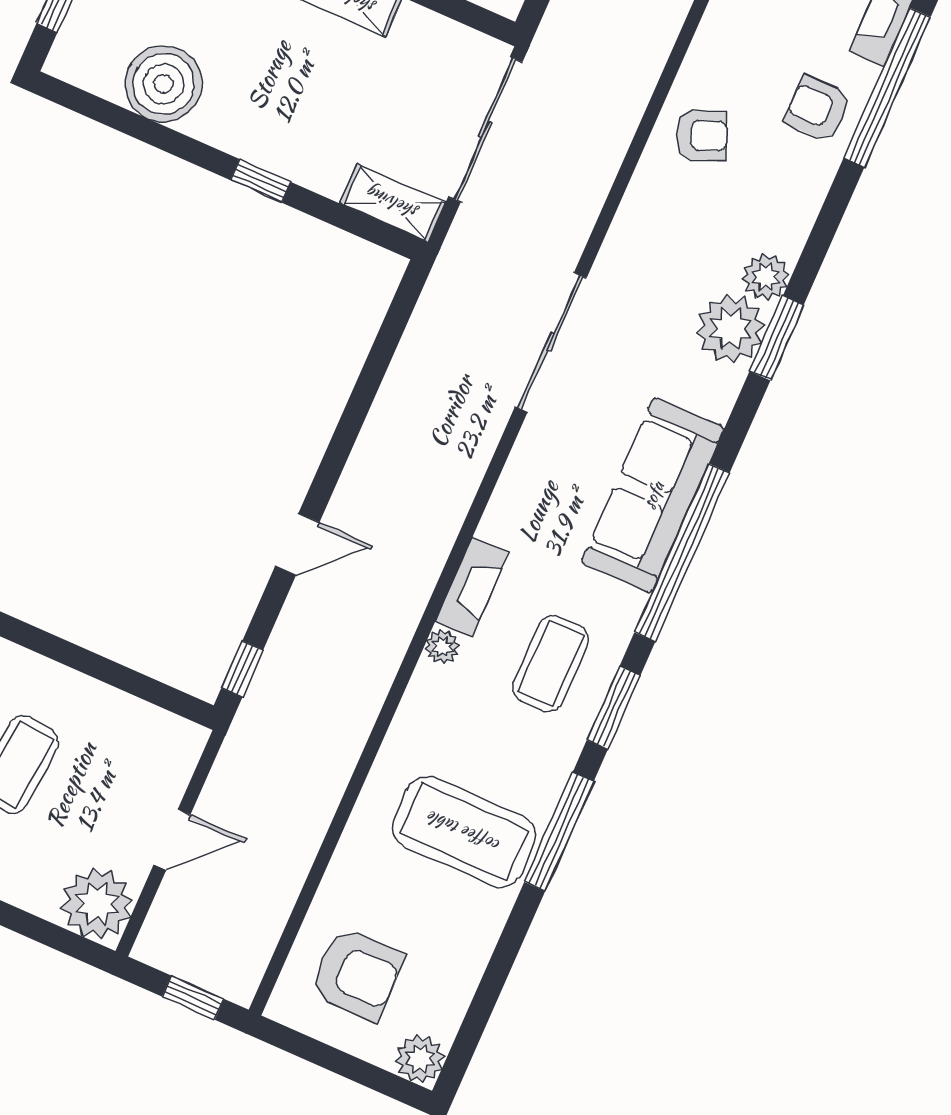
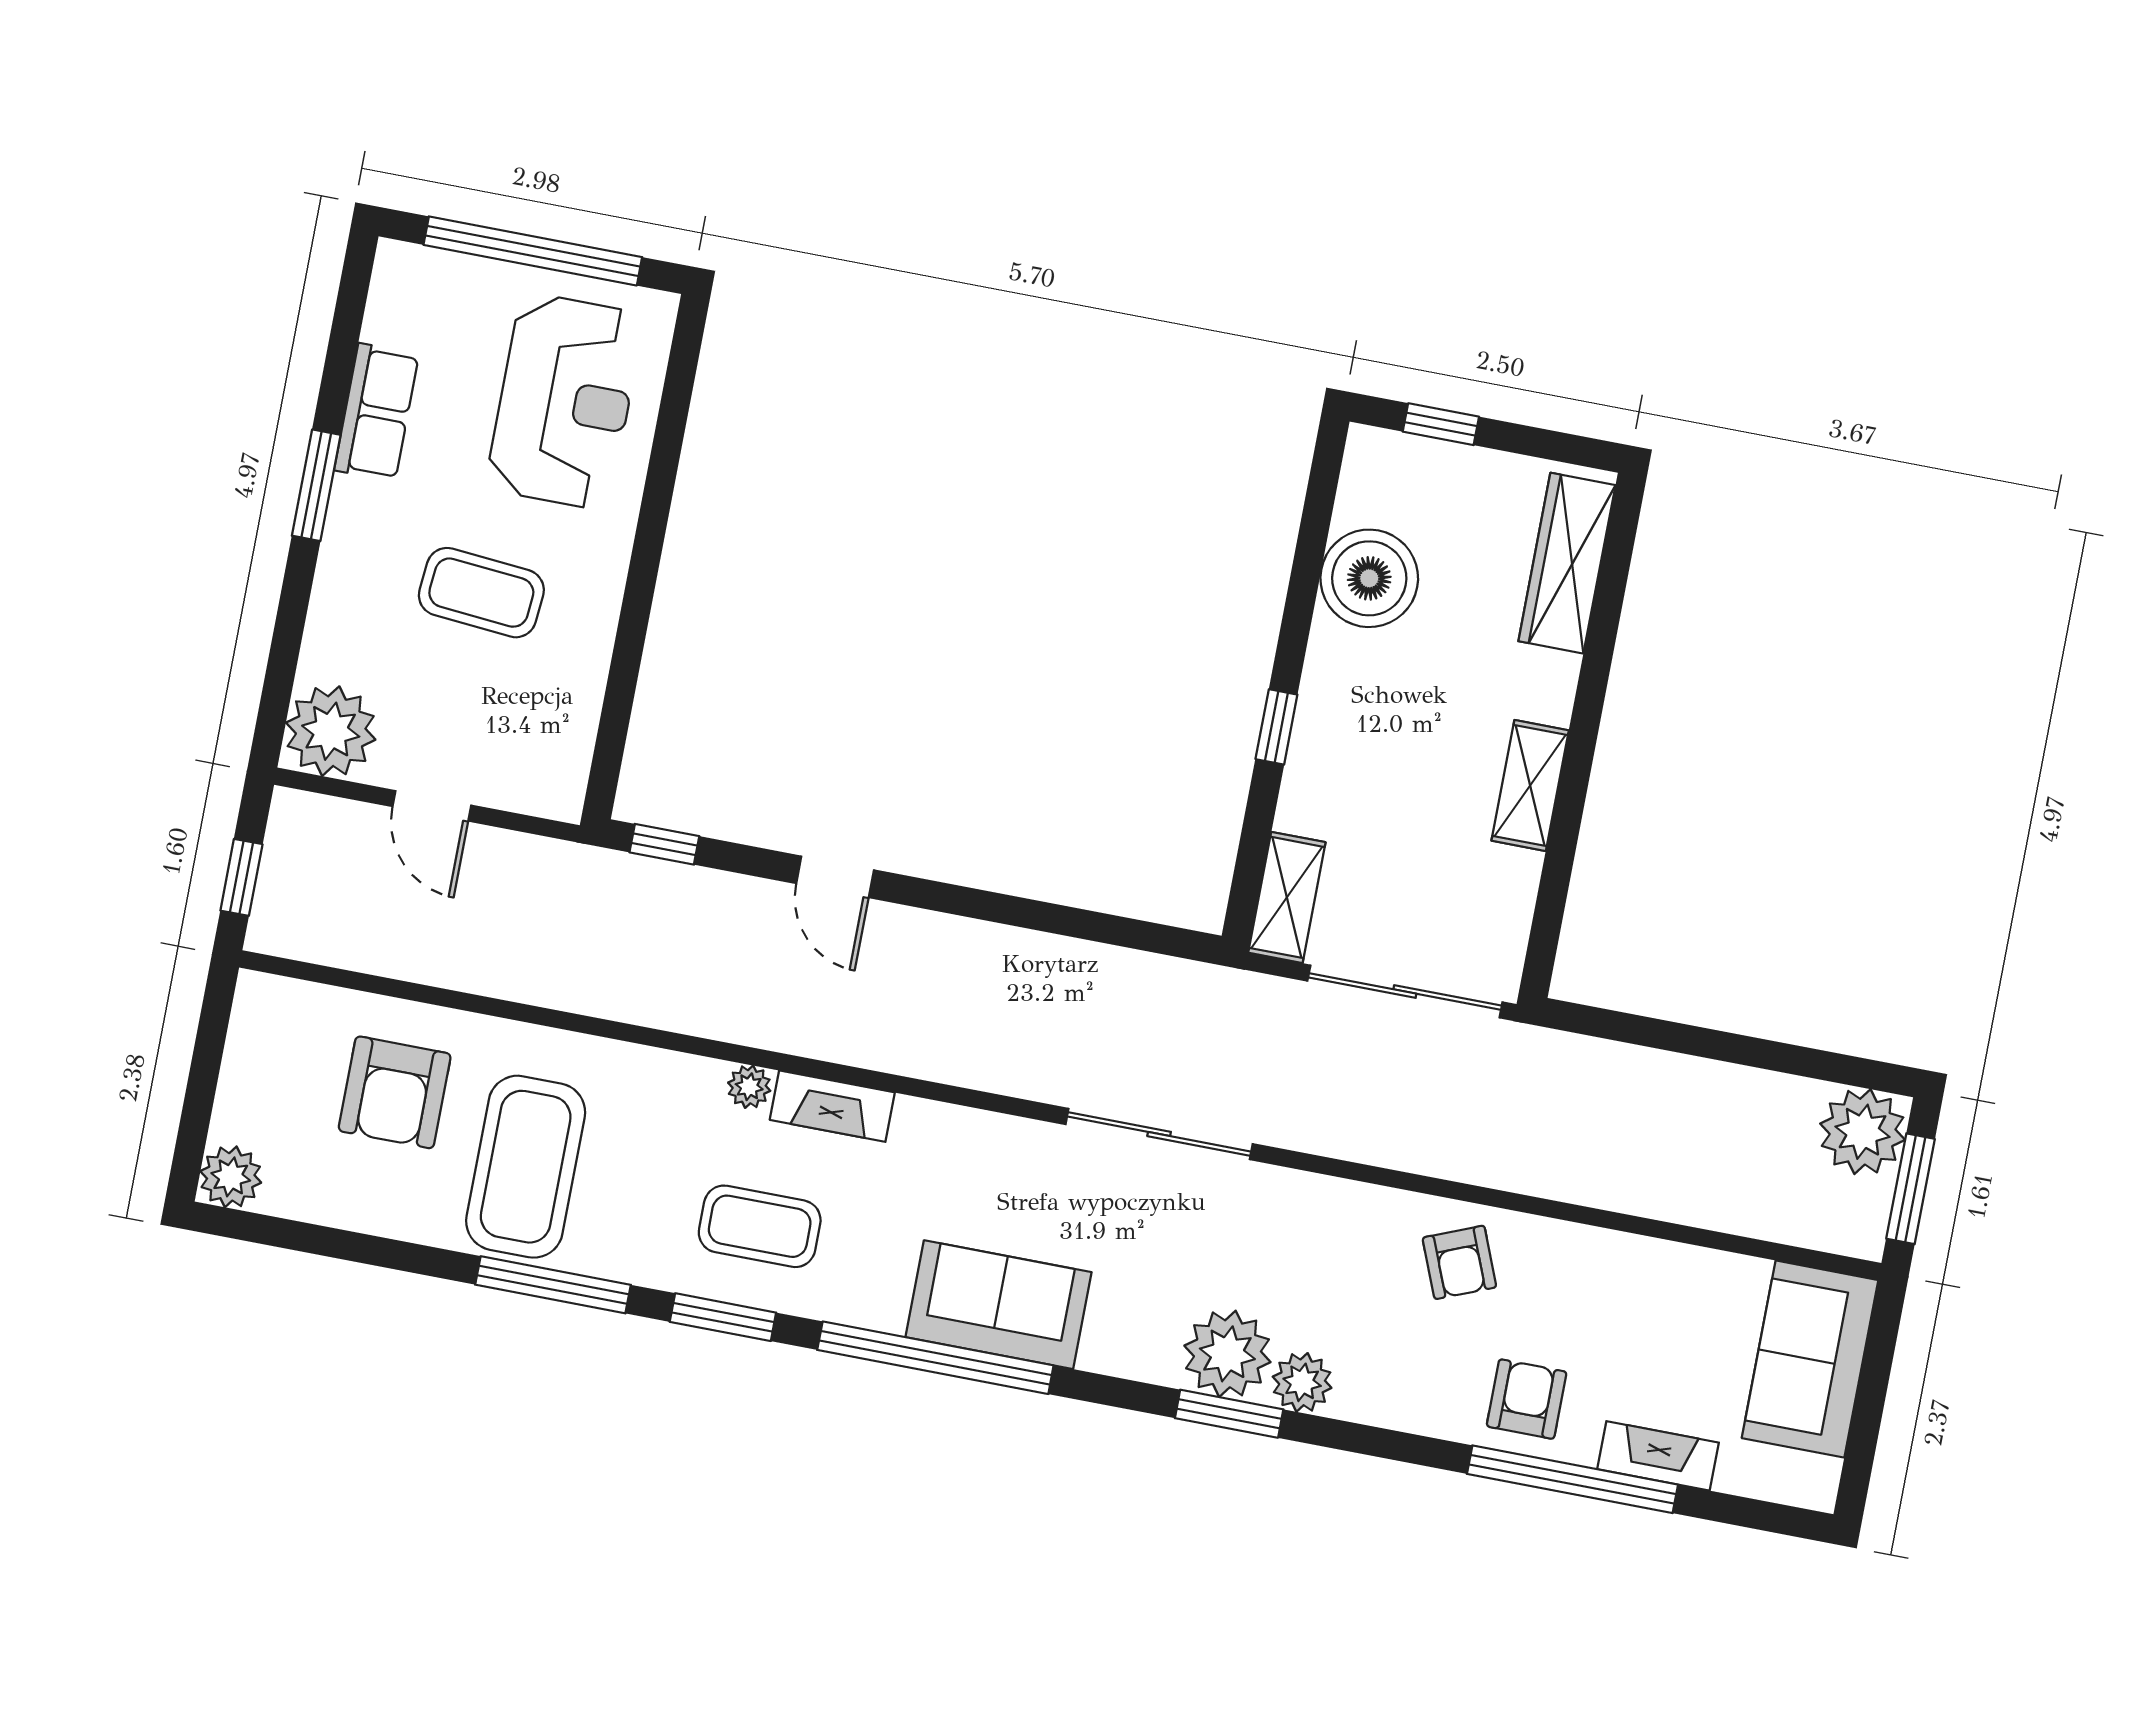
sofa: (653, 495) -> (999, 1305), width x0.73
armchair: (357, 974) -> (395, 1092), moved

